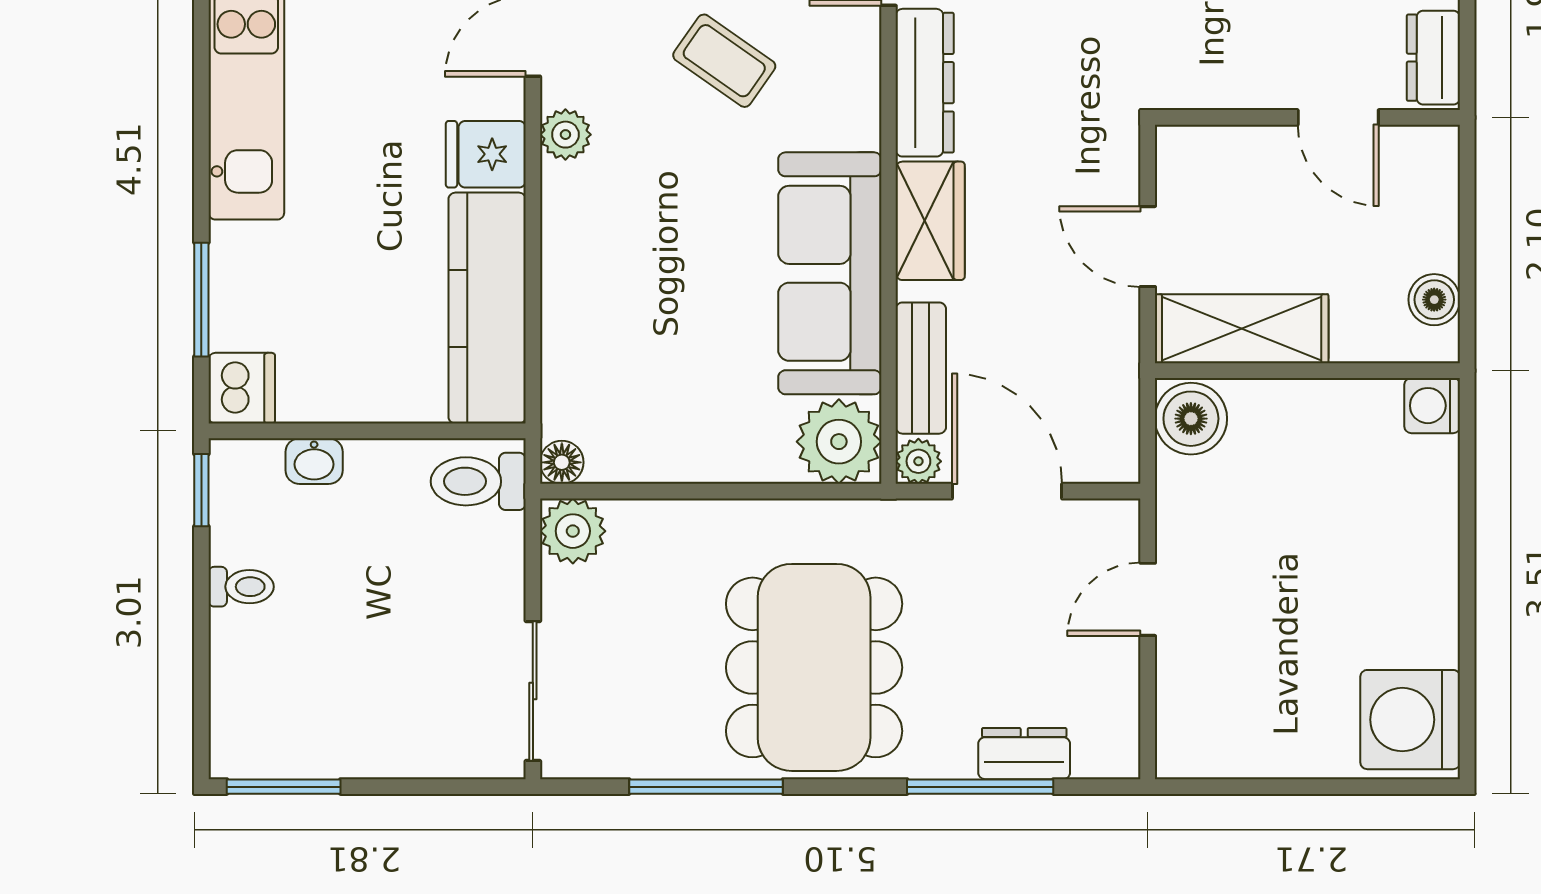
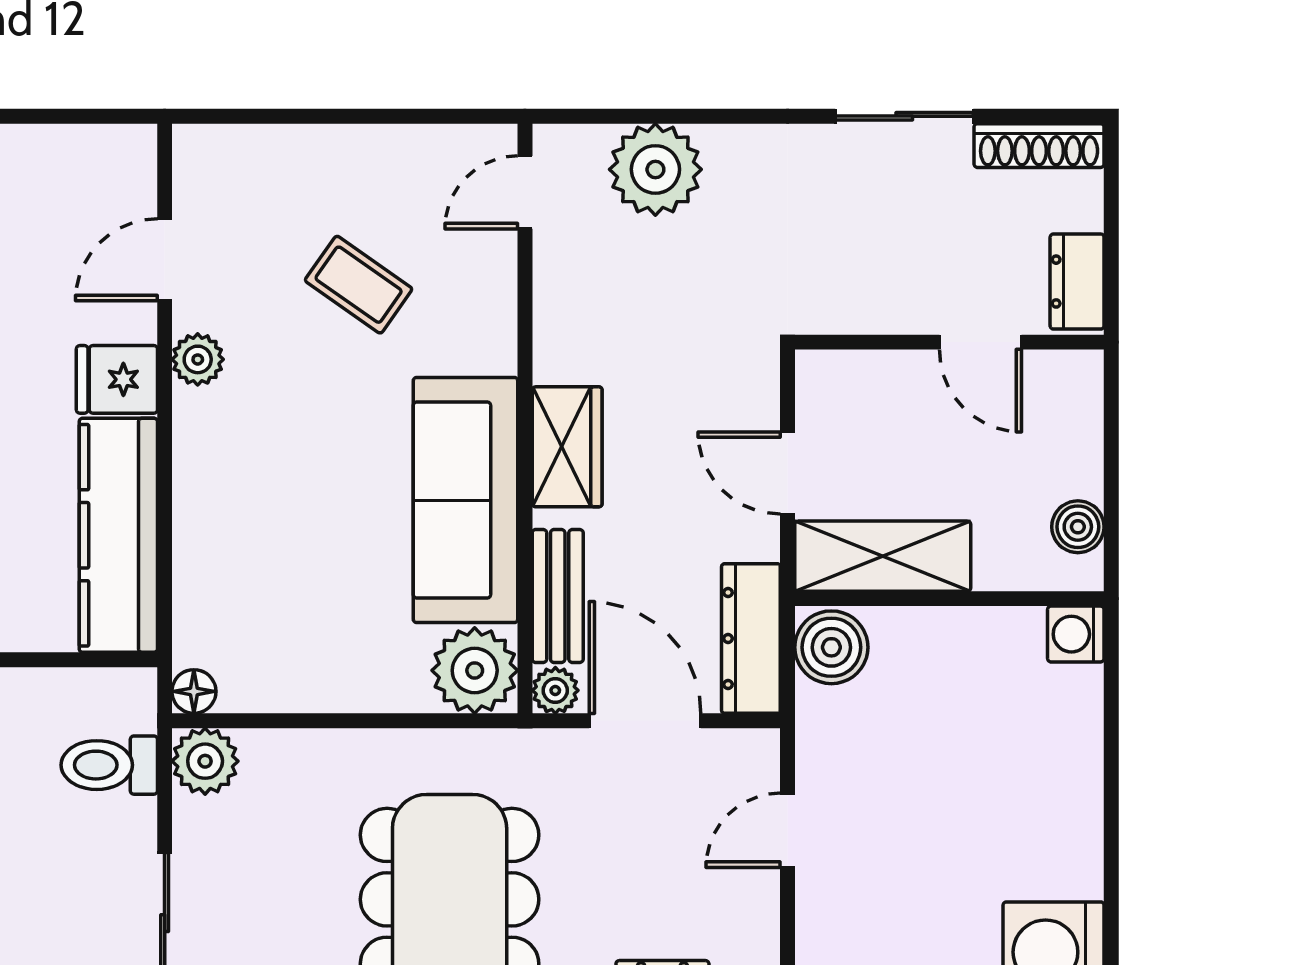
dresser: (925, 83) -> (751, 638), moved, turned 180
toilet: (478, 481) -> (109, 765), moved

